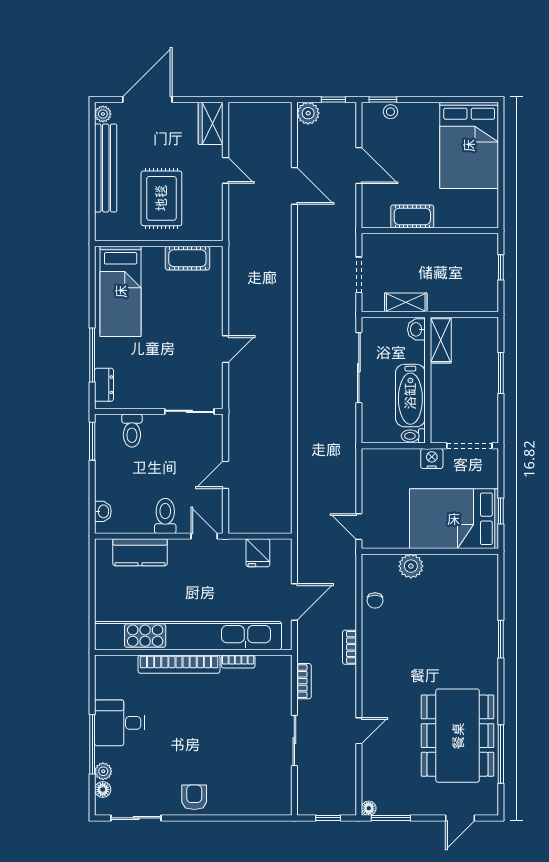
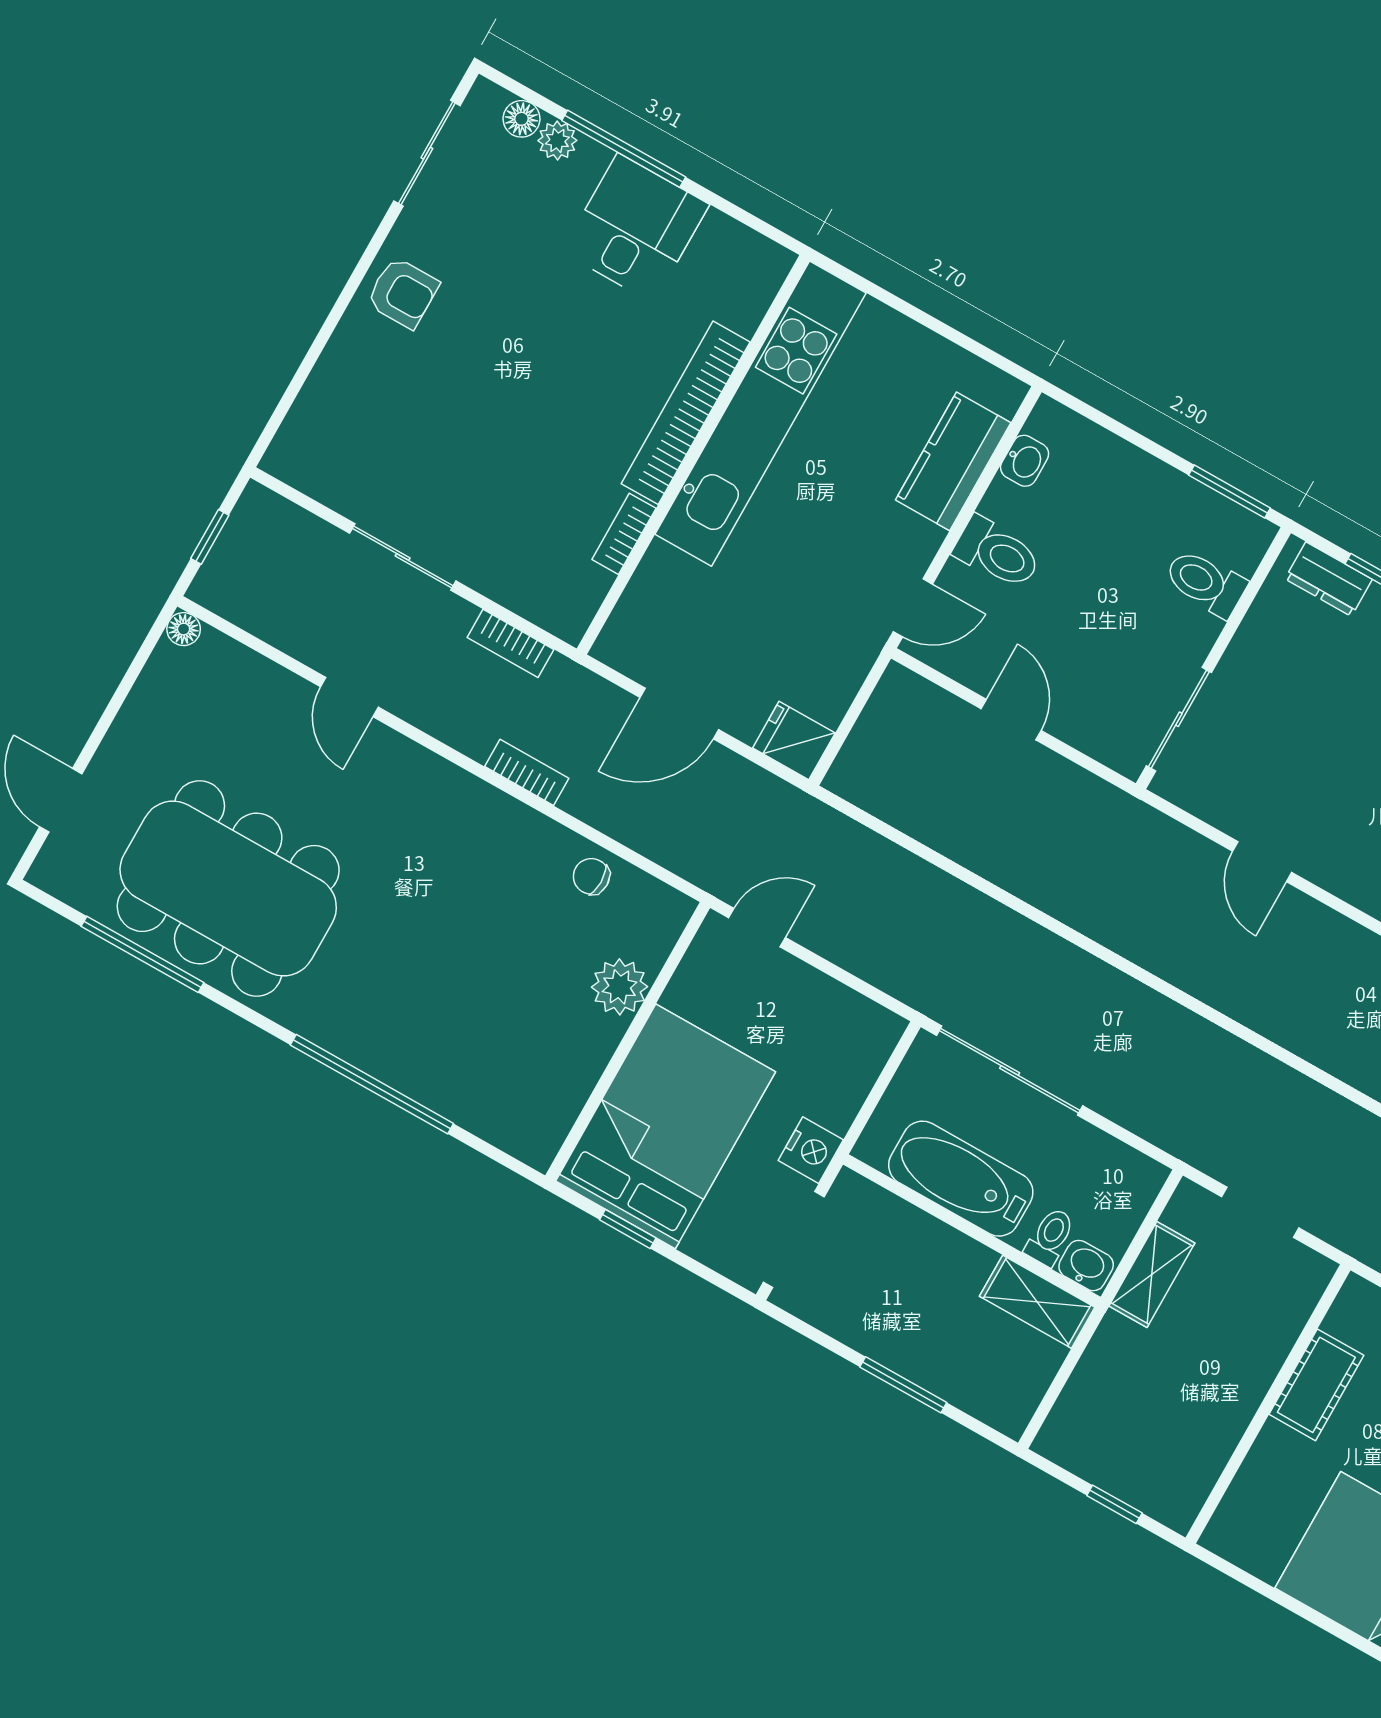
sliding door: (359, 368) -> (1010, 1071), moved
toilet: (413, 436) -> (1050, 1237), moved
washbasin: (103, 511) -> (1025, 461), moved, turned -90
fridge: (258, 553) -> (794, 740), moved
door: (294, 602) -> (679, 713), hinge flipped
kitchen unit: (188, 636) -> (761, 414), width x0.73
window: (501, 639) -> (372, 1084), width x2.11
window: (391, 818) -> (139, 662), removed

